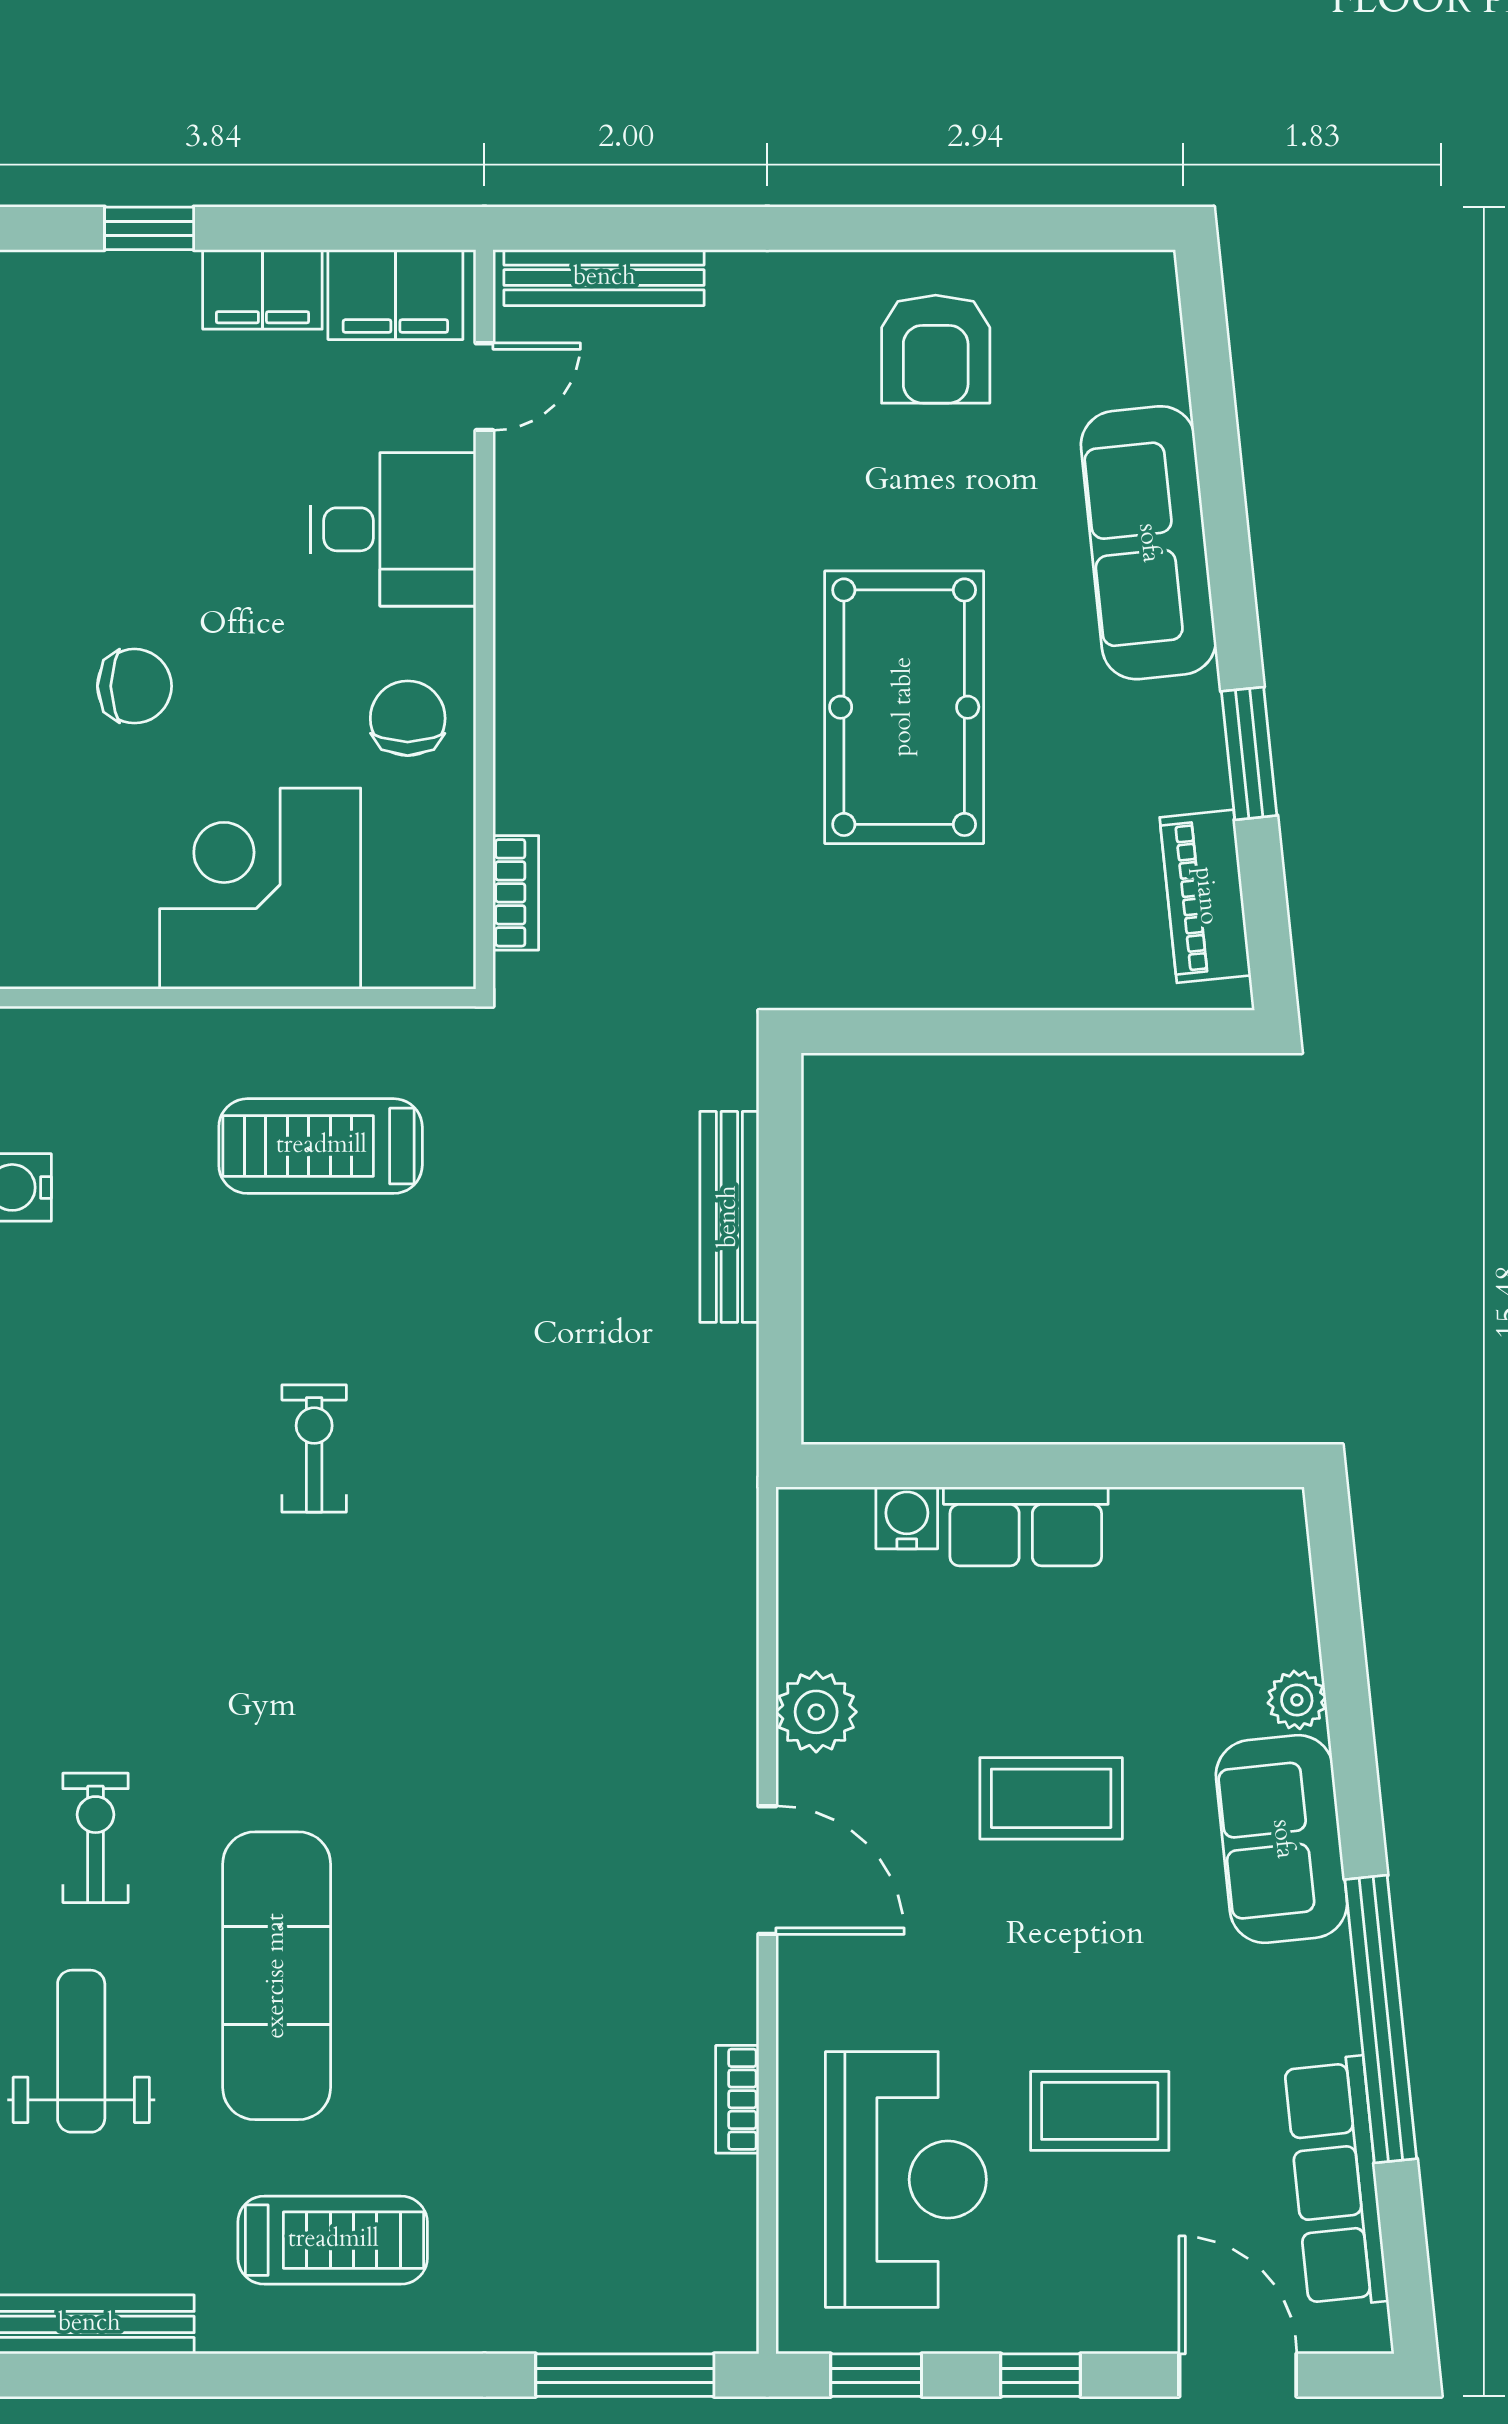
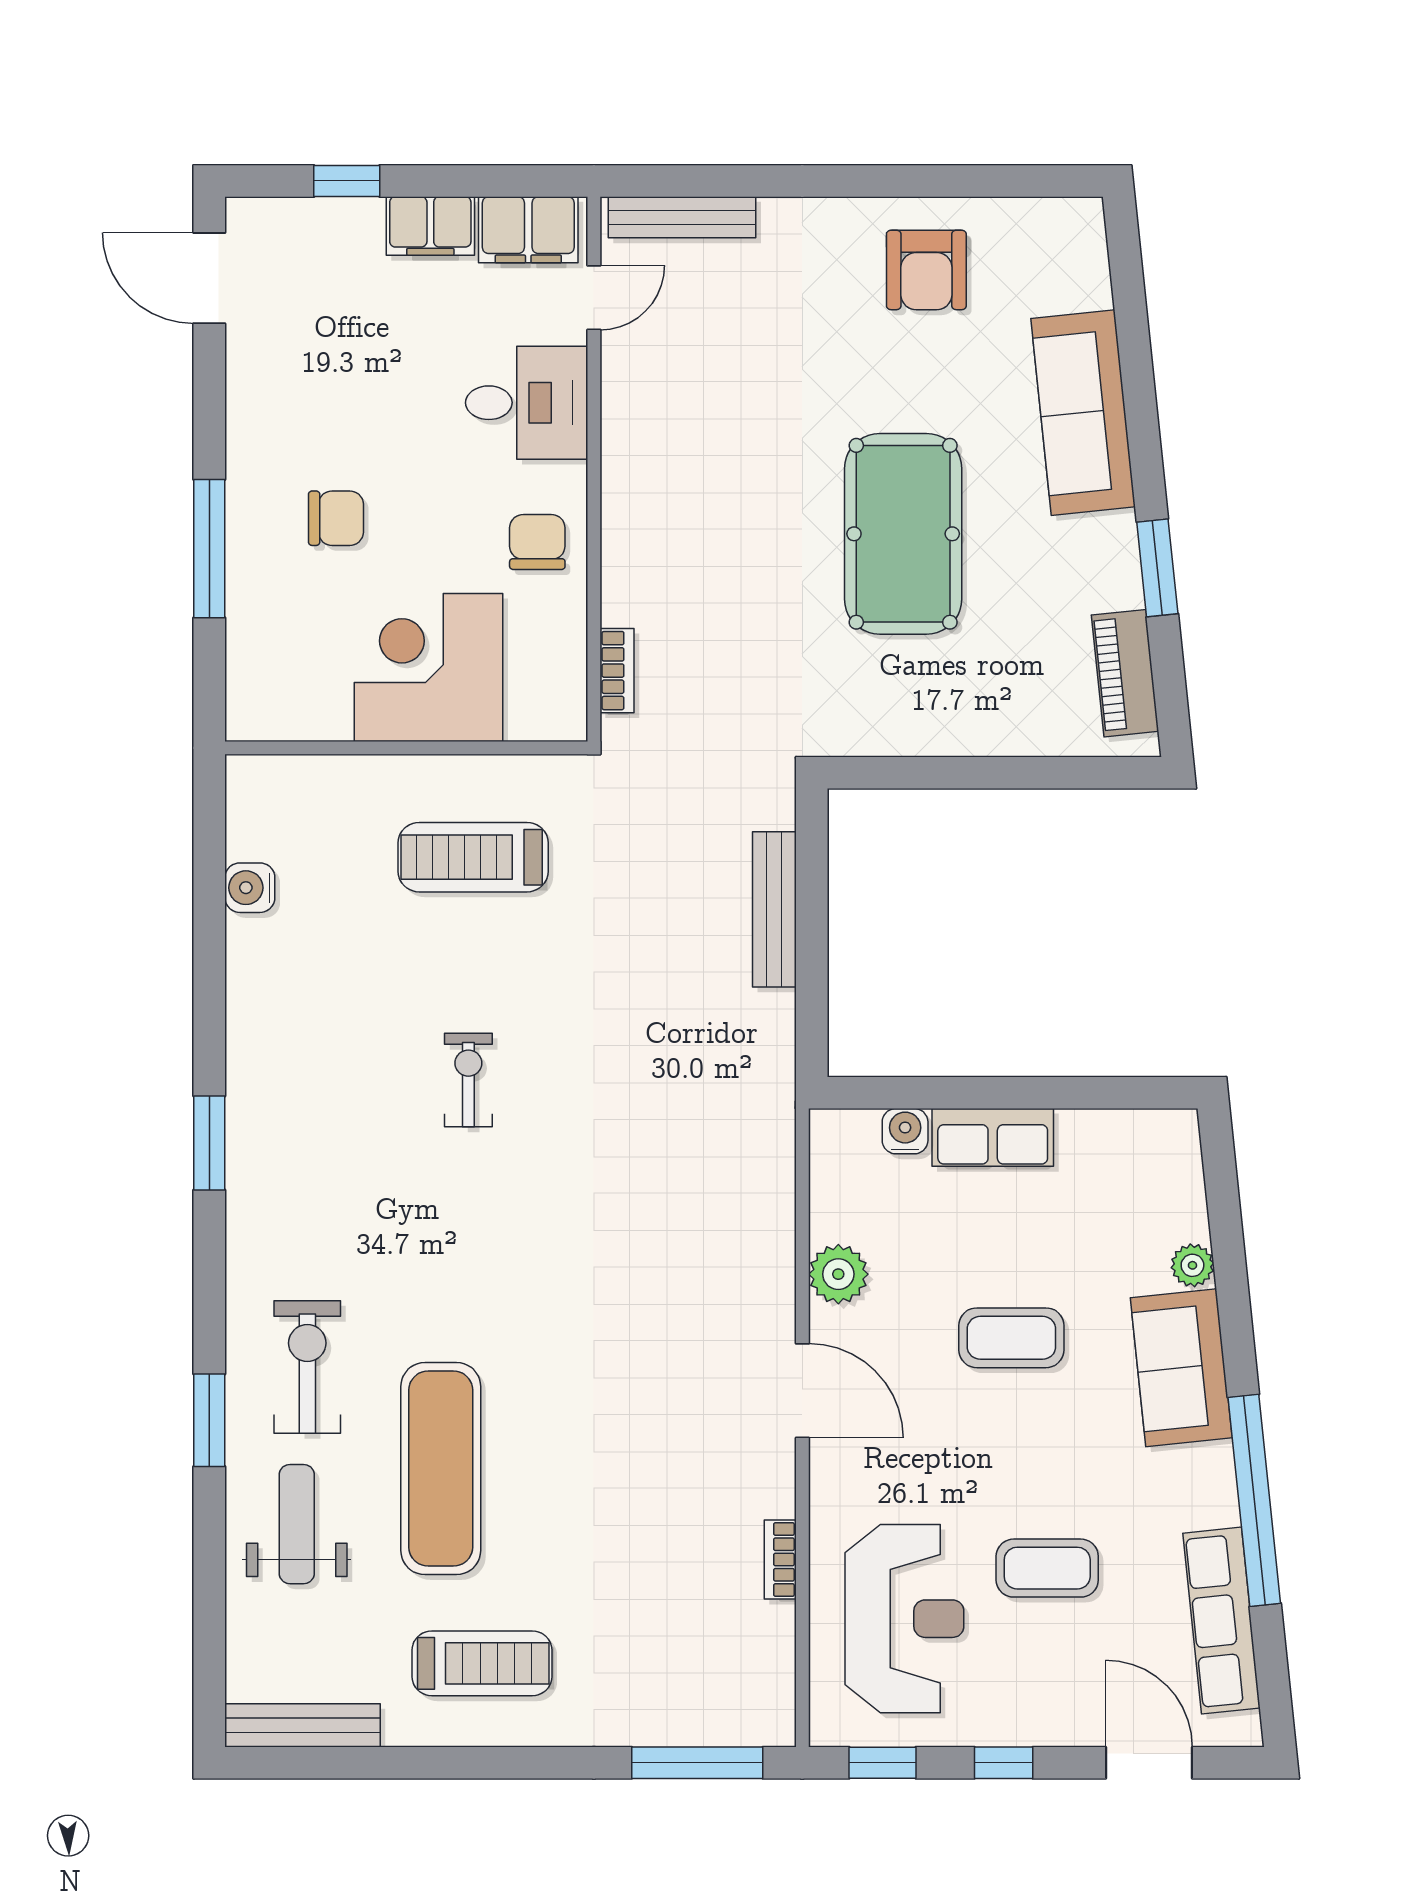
exercise bike: (96, 1838) -> (307, 1367), width x1.38, depth x1.39

